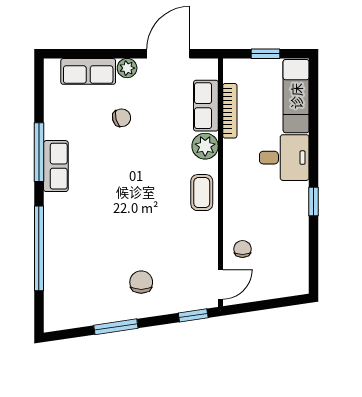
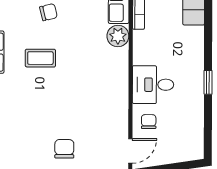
desk: (284, 158) -> (153, 85), moved, turned 180
coffee table: (202, 193) -> (40, 58), moved, turned 90

